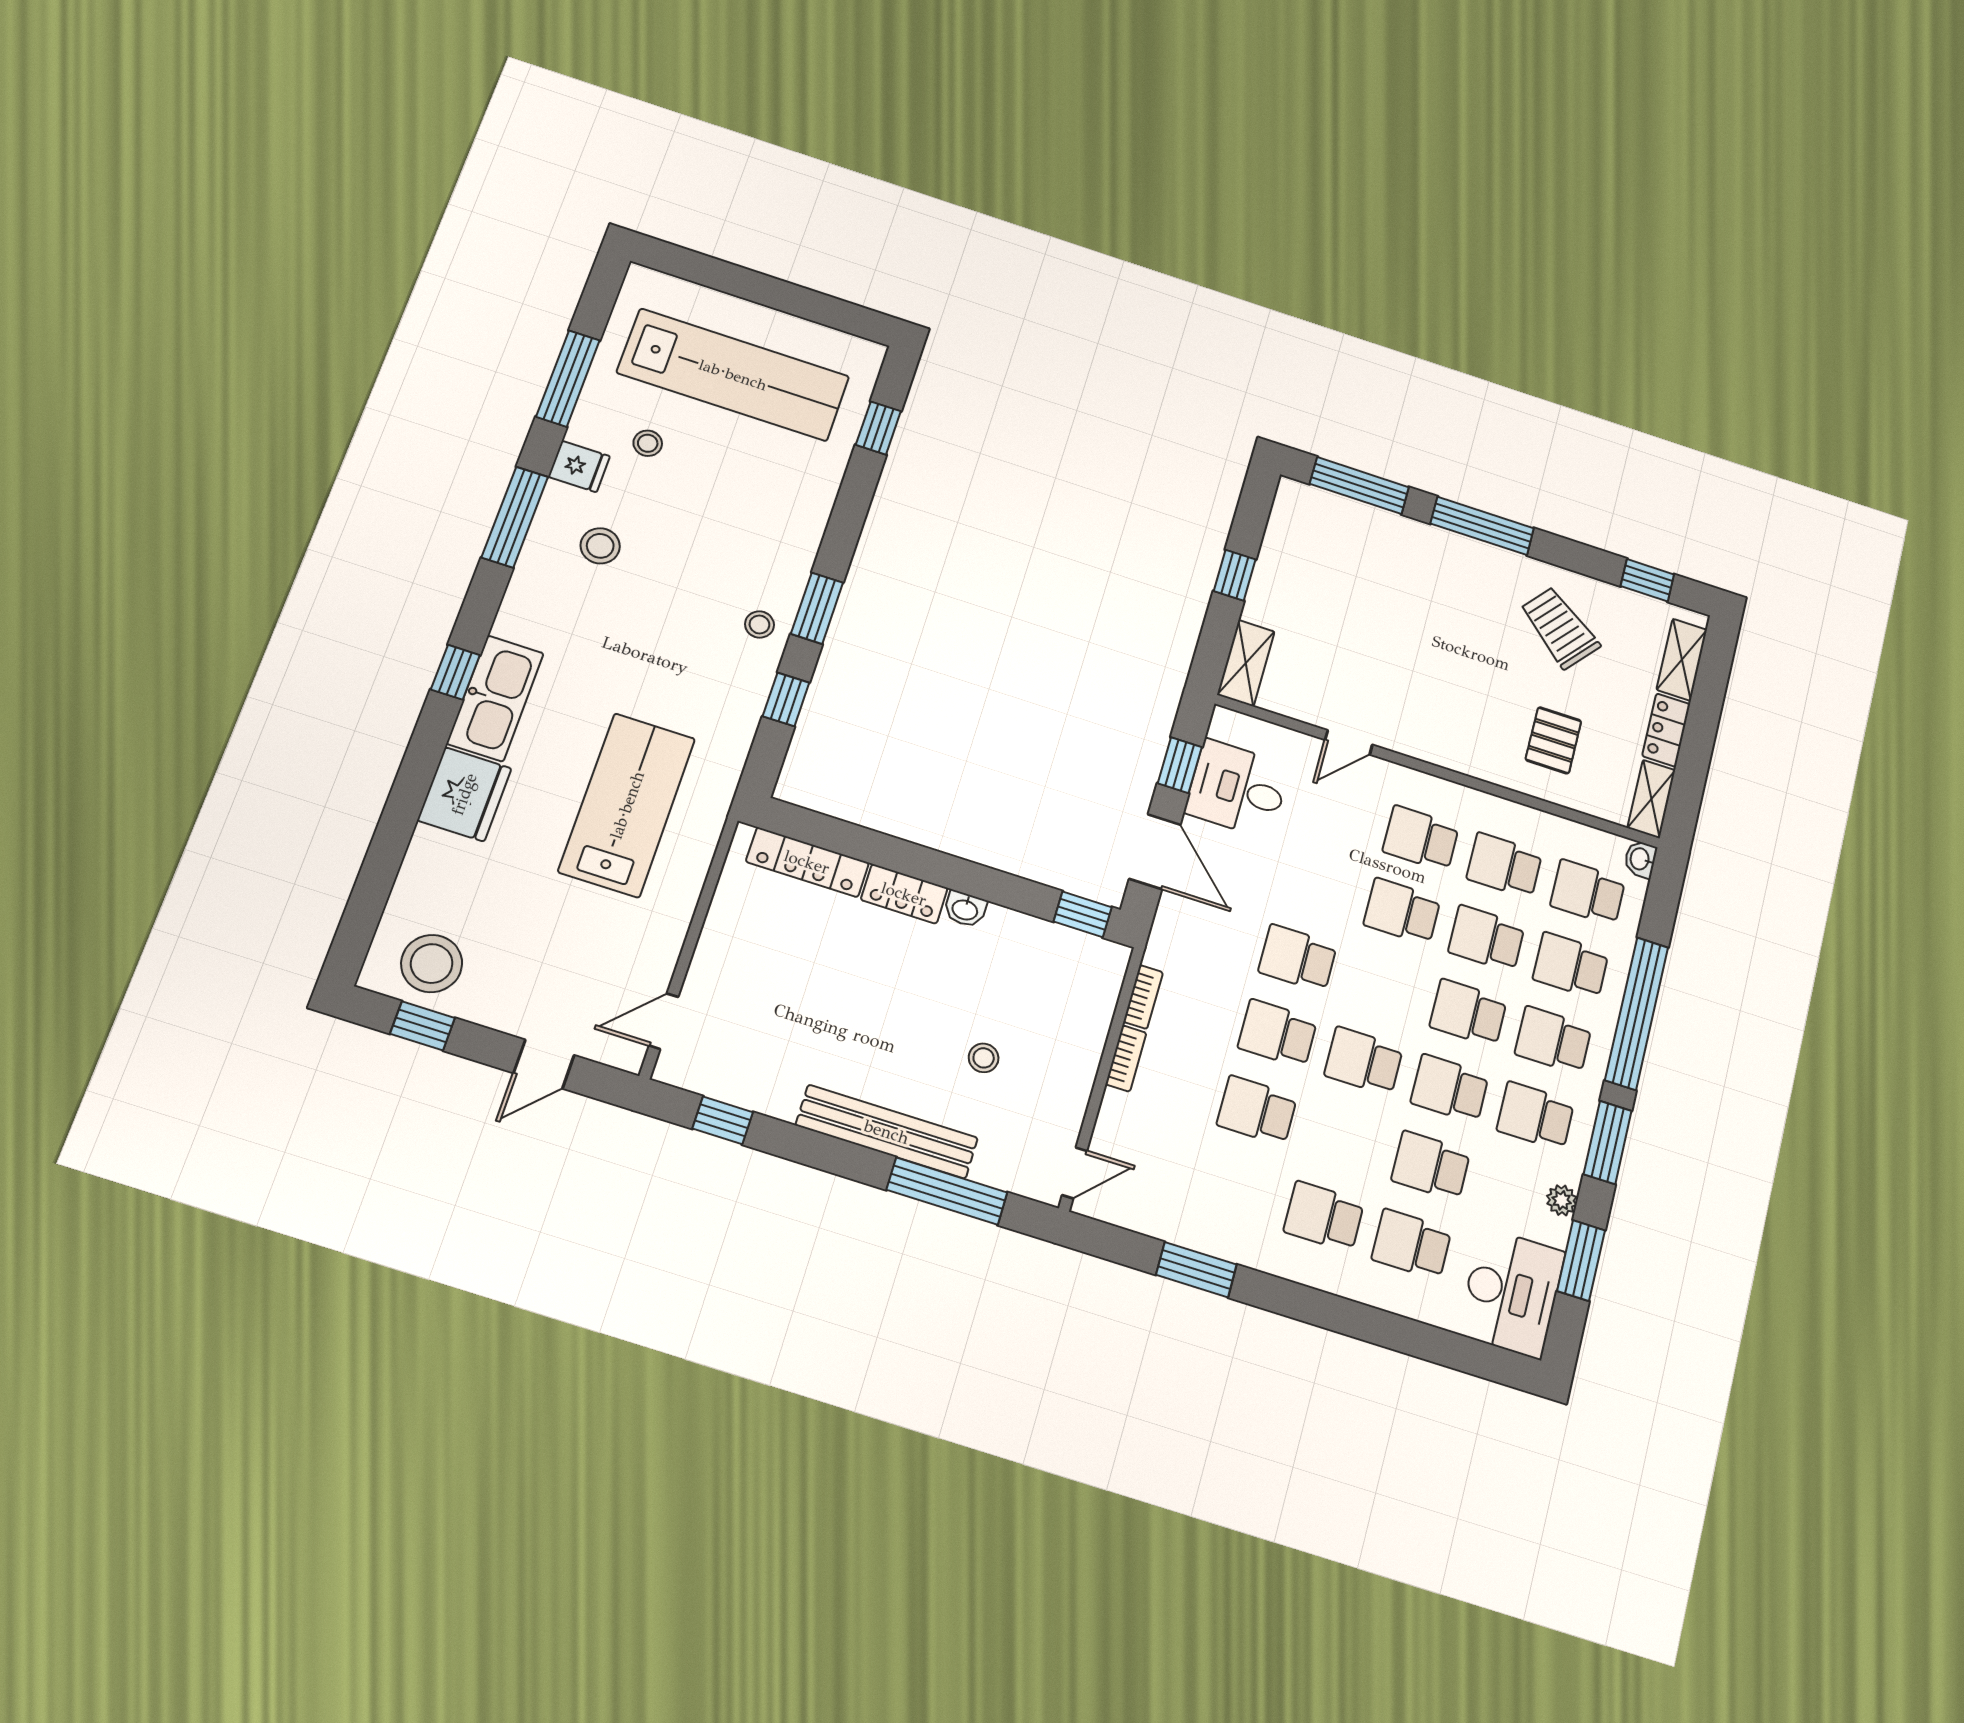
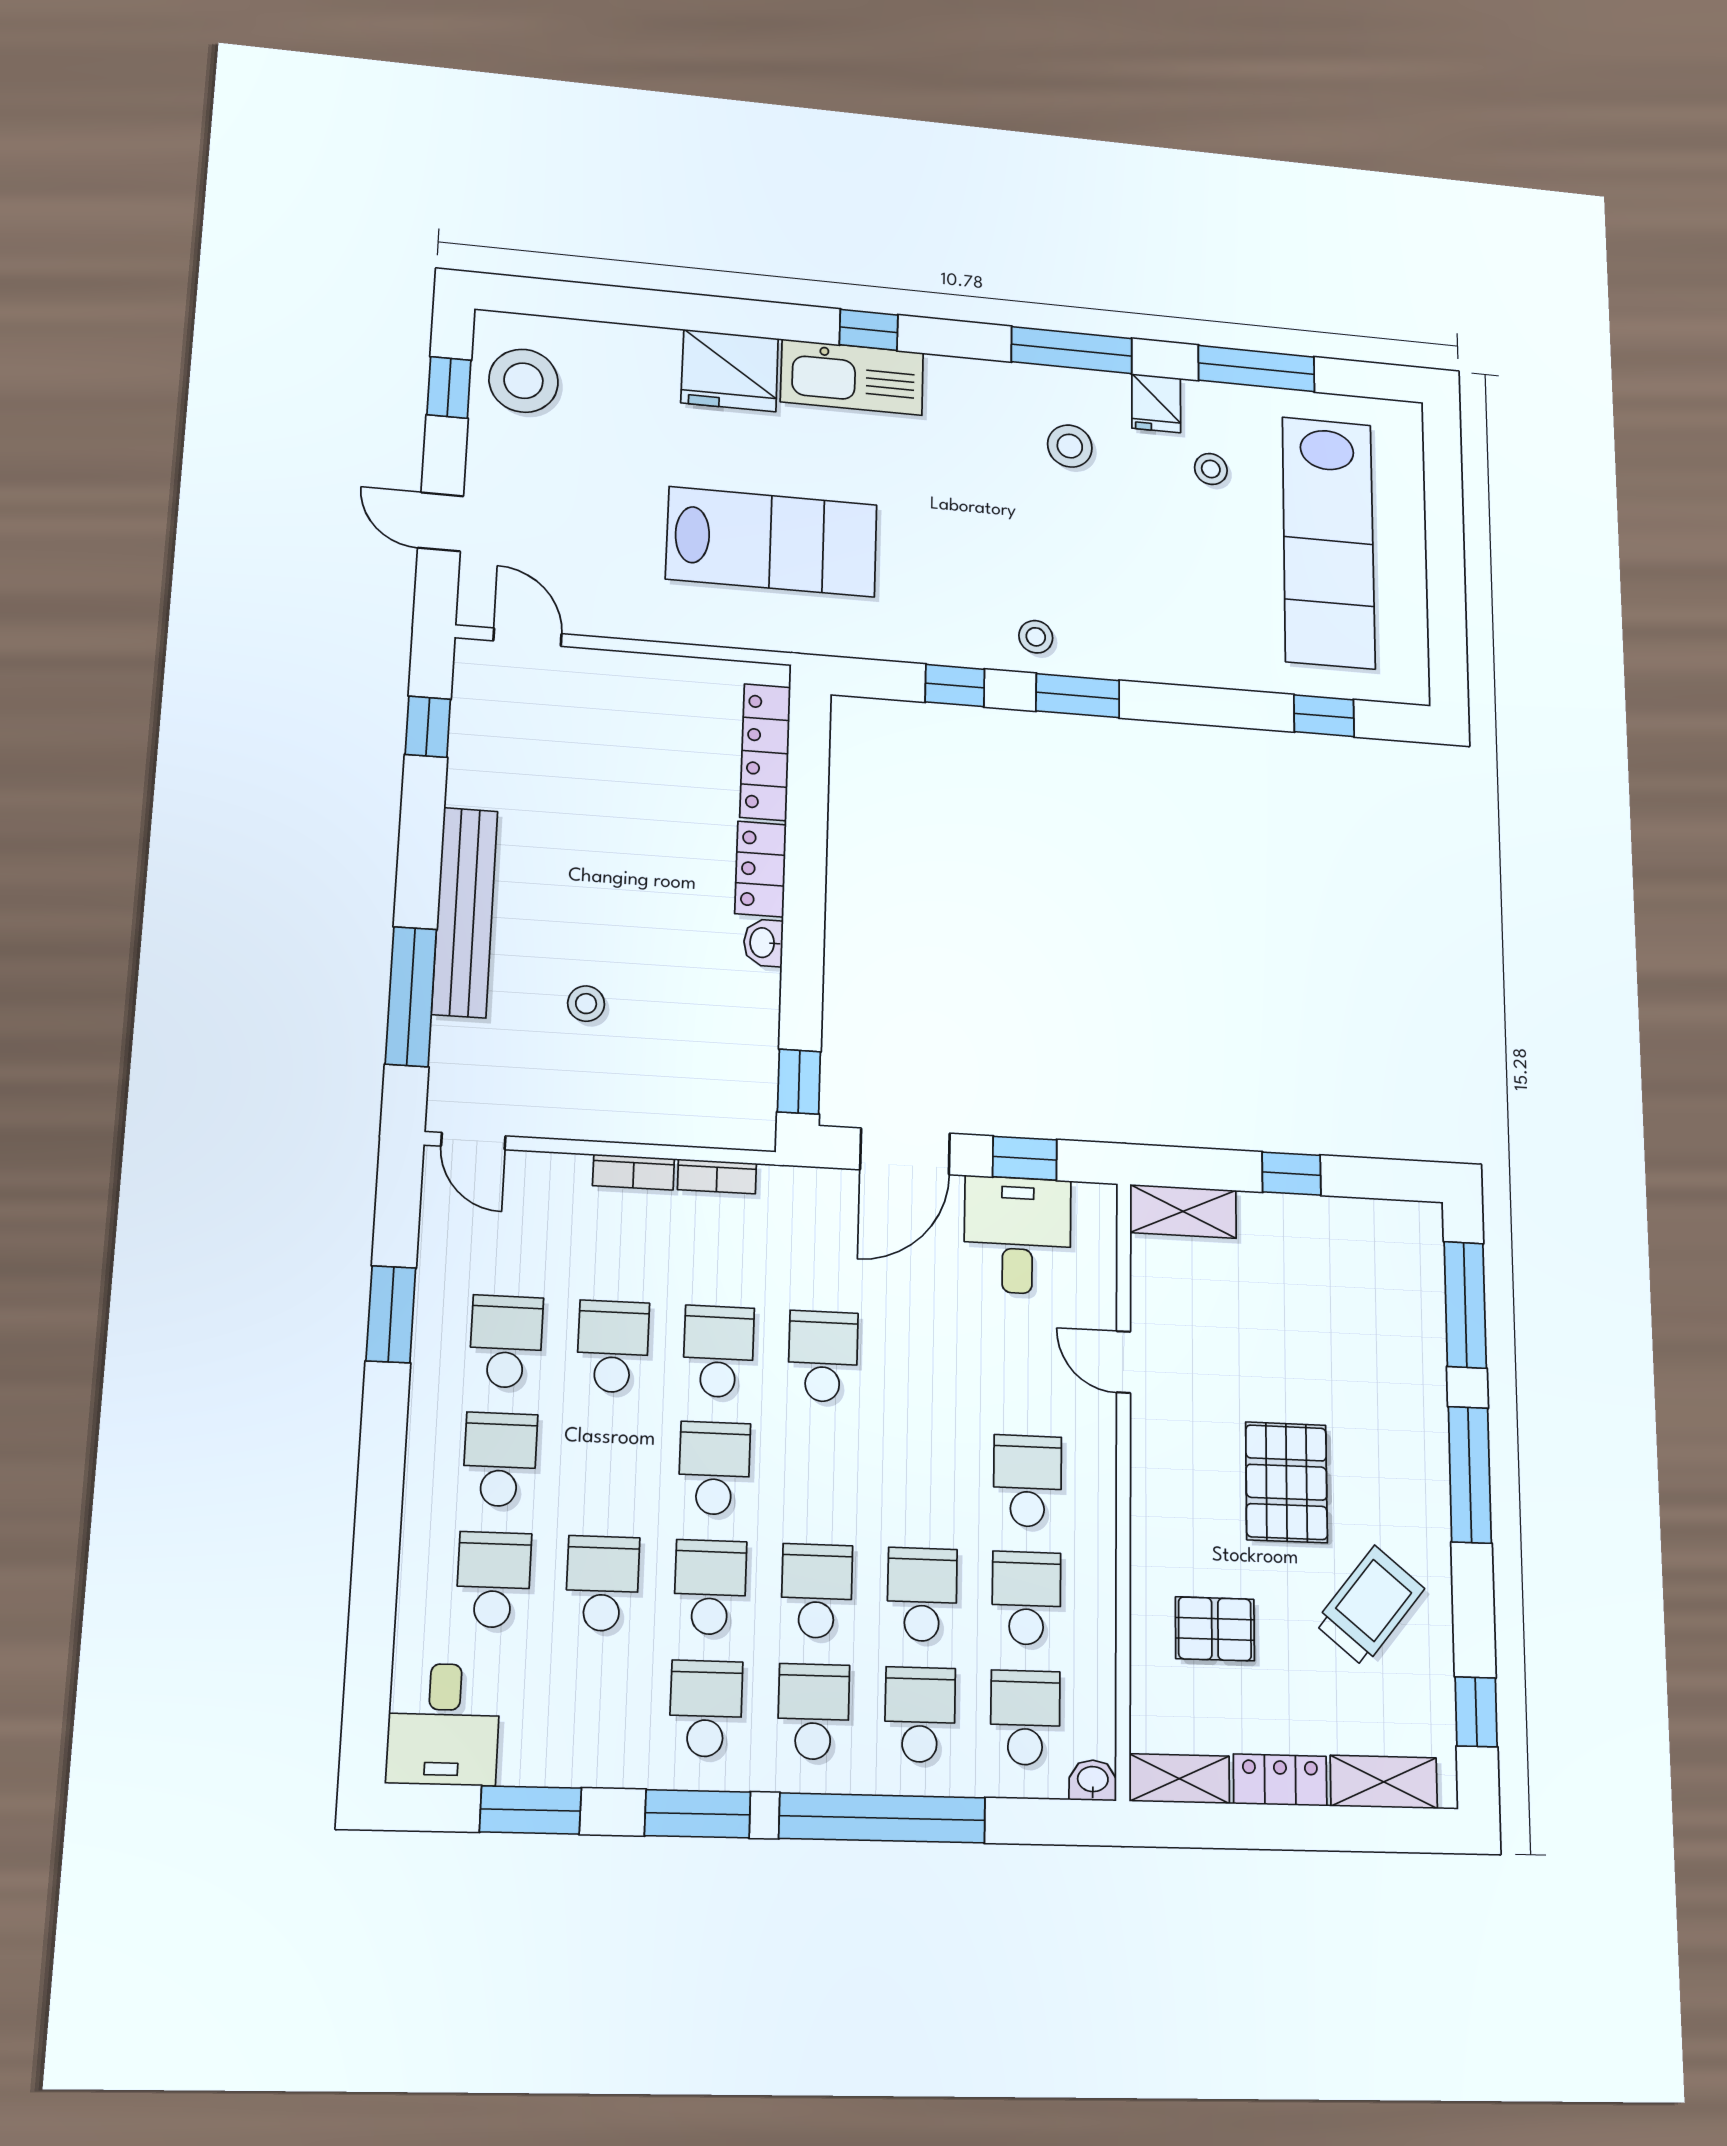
pallet: (1460, 656) -> (1286, 1482), added
school desk: (1402, 911) -> (506, 1342), moved
plant: (1562, 1200) -> (604, 1767), removed
desk: (1511, 1293) -> (443, 1724), width x0.73

